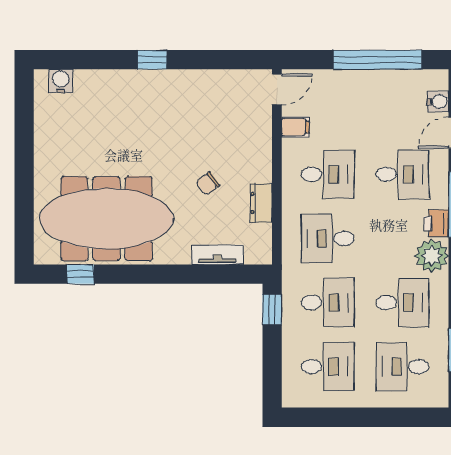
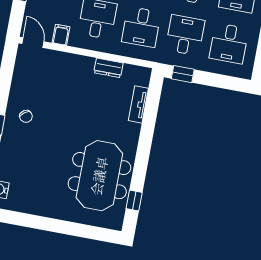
chair: (208, 183) -> (26, 116), moved
meeting table: (107, 219) -> (99, 176), width x0.73
desk: (328, 367) -> (229, 43), turned 180

